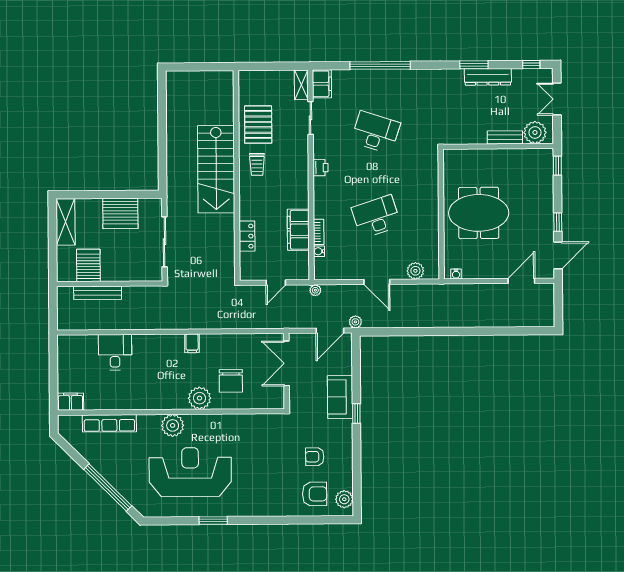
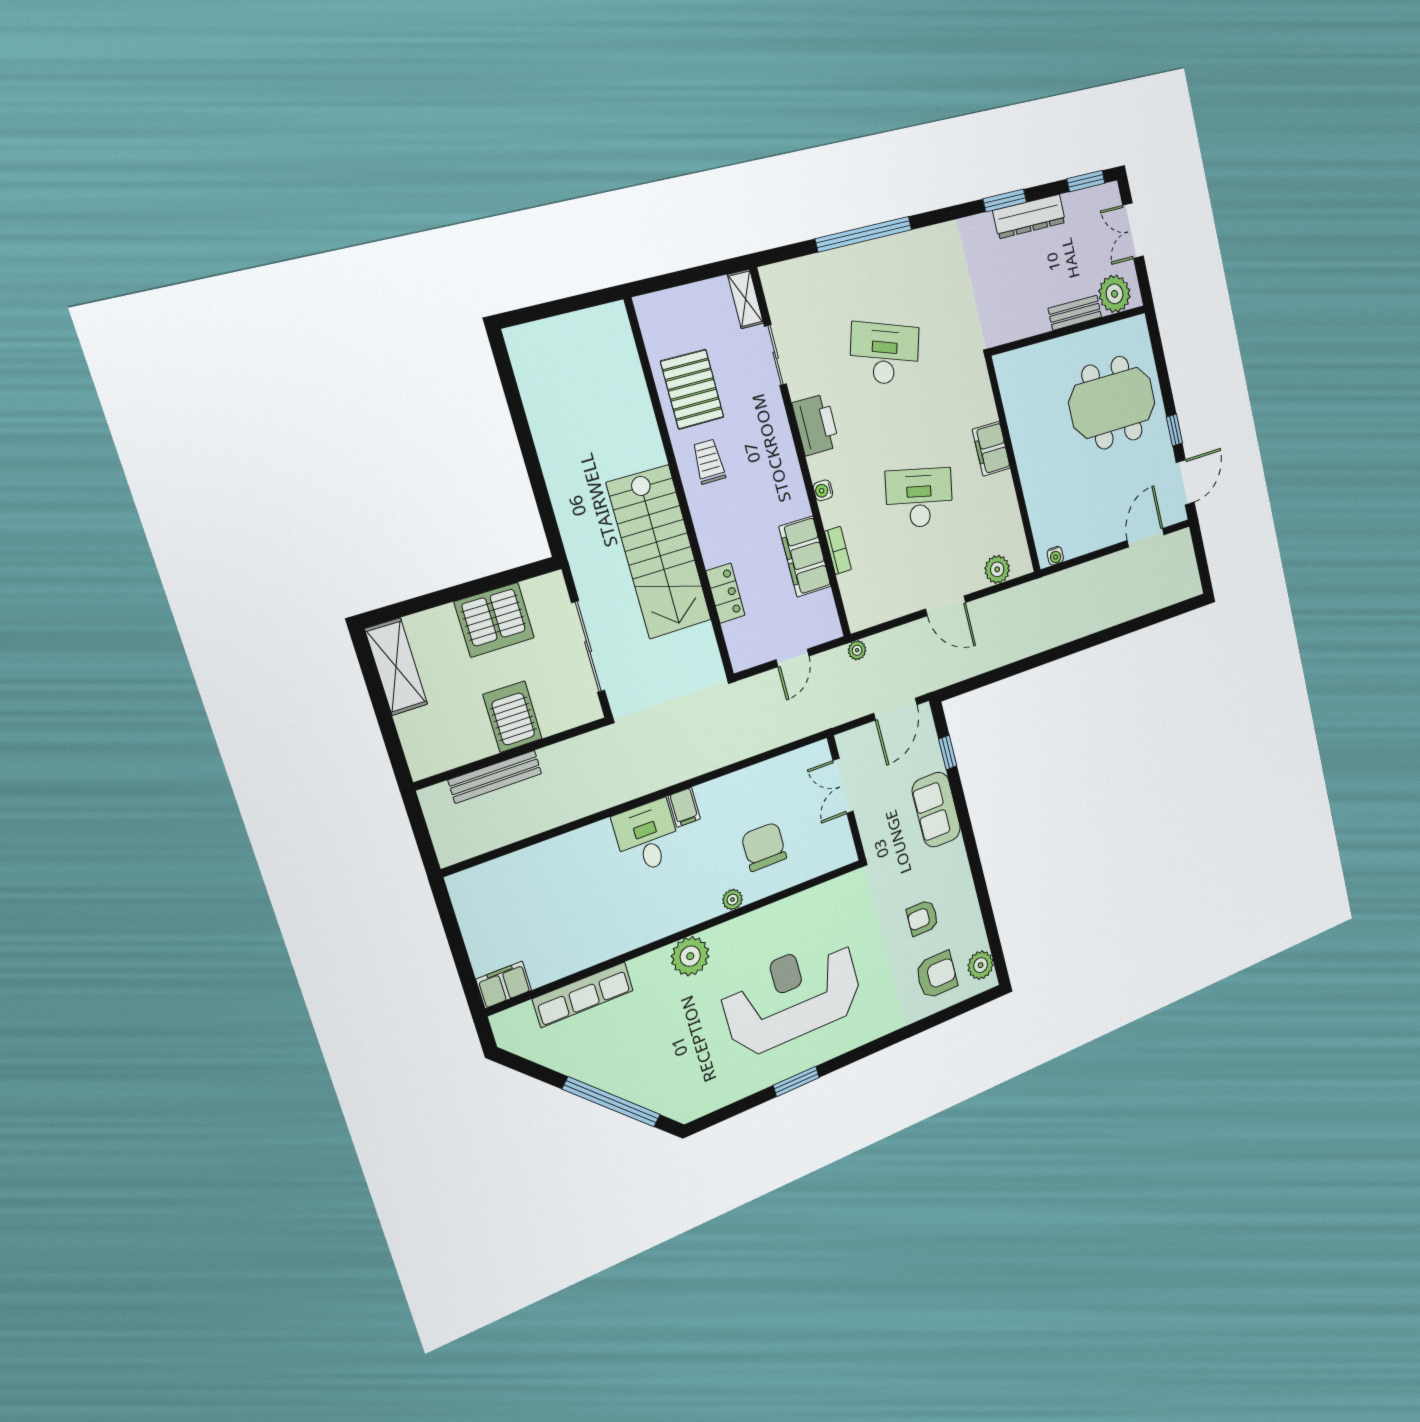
window: (531, 64) -> (1086, 181), width x1.50
filing cabinet: (322, 84) -> (991, 449), moved, turned 180
trolley: (257, 164) -> (709, 462), turned 180
window: (557, 166) -> (1156, 340), removed
printer: (320, 168) -> (816, 425), width x1.87, depth x1.48
stairs: (216, 169) -> (659, 552), moved
meeting table: (479, 213) -> (1112, 403), moved
desk: (376, 217) -> (919, 498), turned 30
water cooler: (319, 251) -> (823, 490), moved
server rack: (88, 265) -> (513, 717), moved
plant: (355, 322) -> (930, 682), removed
desk: (115, 352) -> (647, 837), moved
double door: (286, 363) -> (843, 786), width x0.73
chair: (231, 381) -> (764, 847), turned 180
plant: (200, 398) -> (732, 900), width x0.53, depth x0.53
window: (356, 414) -> (948, 752), moved
reception desk: (190, 472) -> (792, 996), moved

